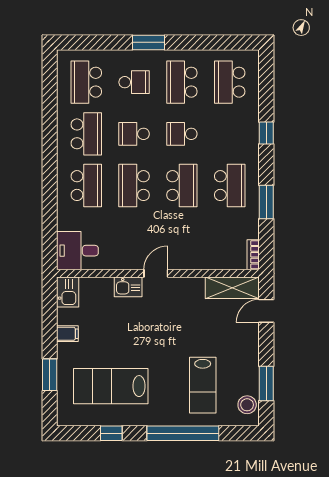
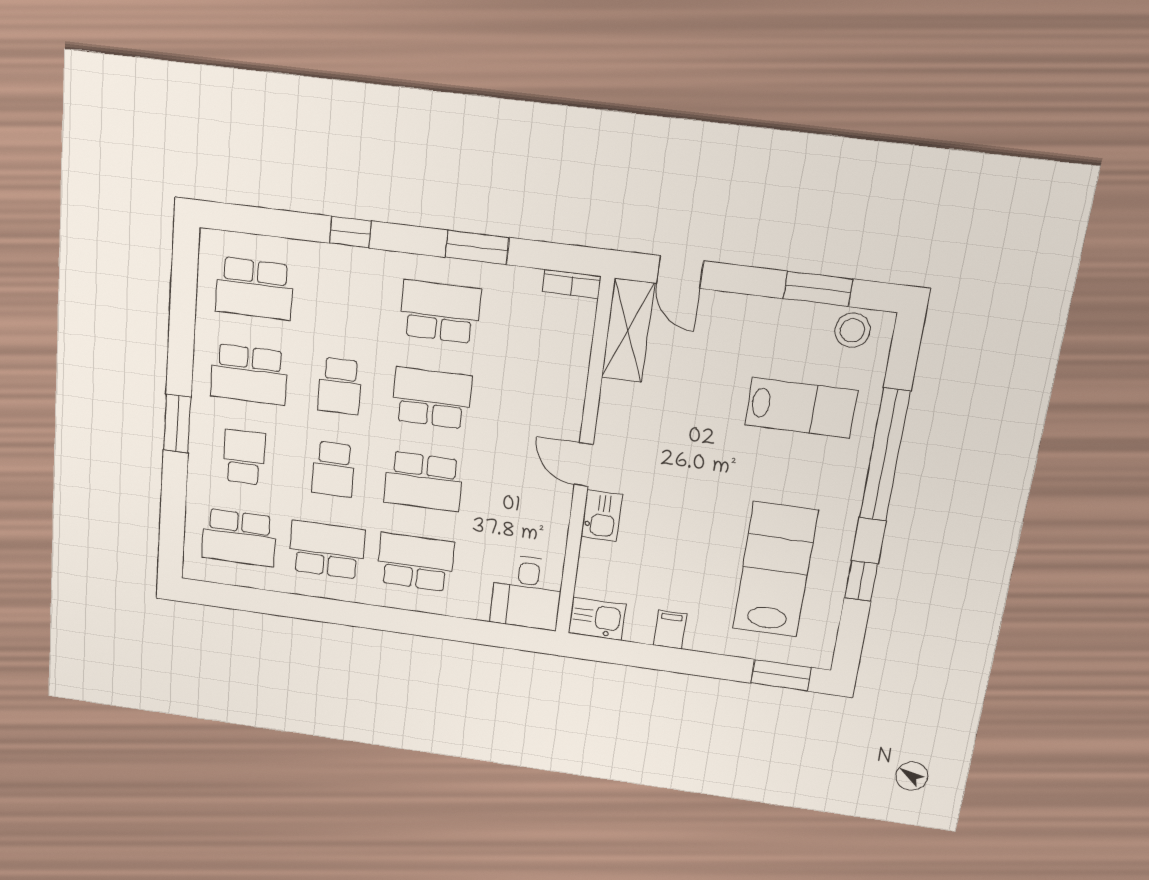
window: (50, 375) -> (781, 675), moved
lab bench: (111, 386) -> (775, 570), turned 180

